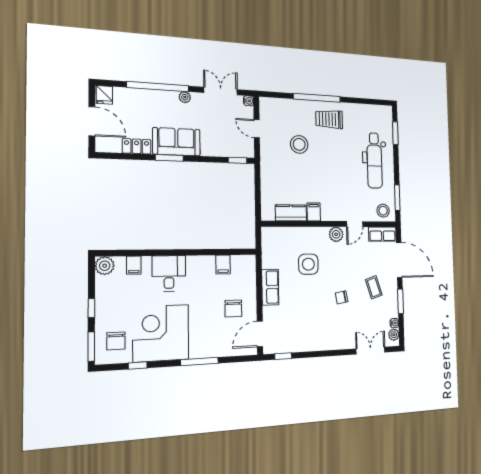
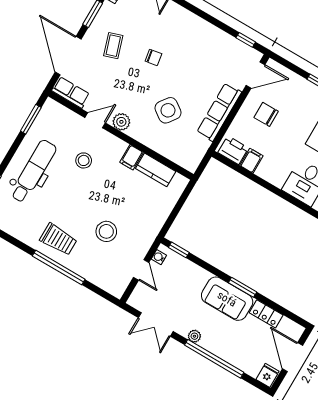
water cooler: (249, 101) -> (159, 257), moved
stool: (383, 211) -> (84, 160), moved
printer: (242, 264) -> (233, 150), added
side table: (308, 264) -> (168, 110), turned 36
row of seats: (270, 287) -> (219, 112), width x1.48
chair: (233, 309) -> (266, 114), turned -90

